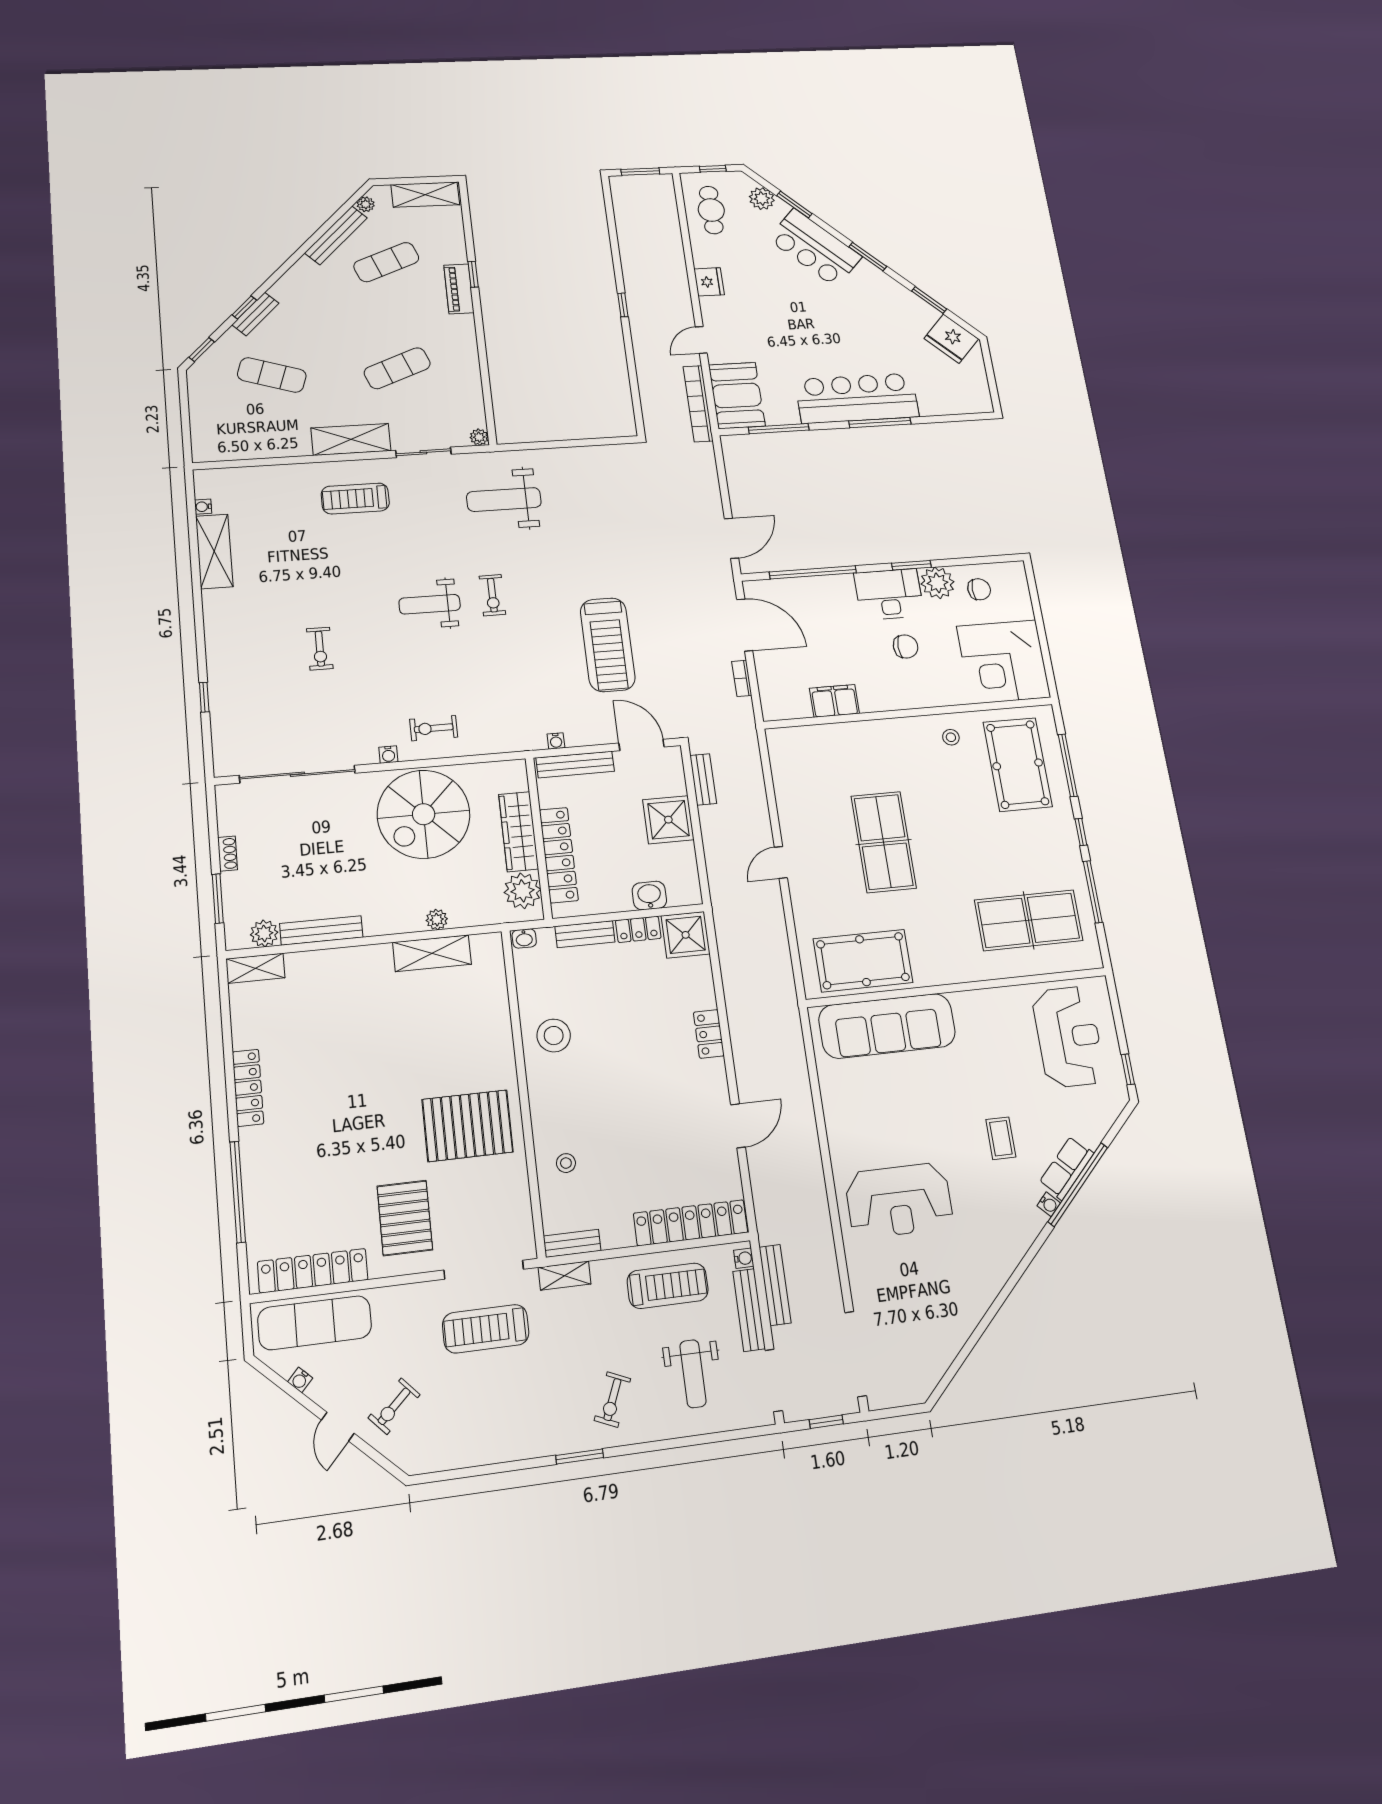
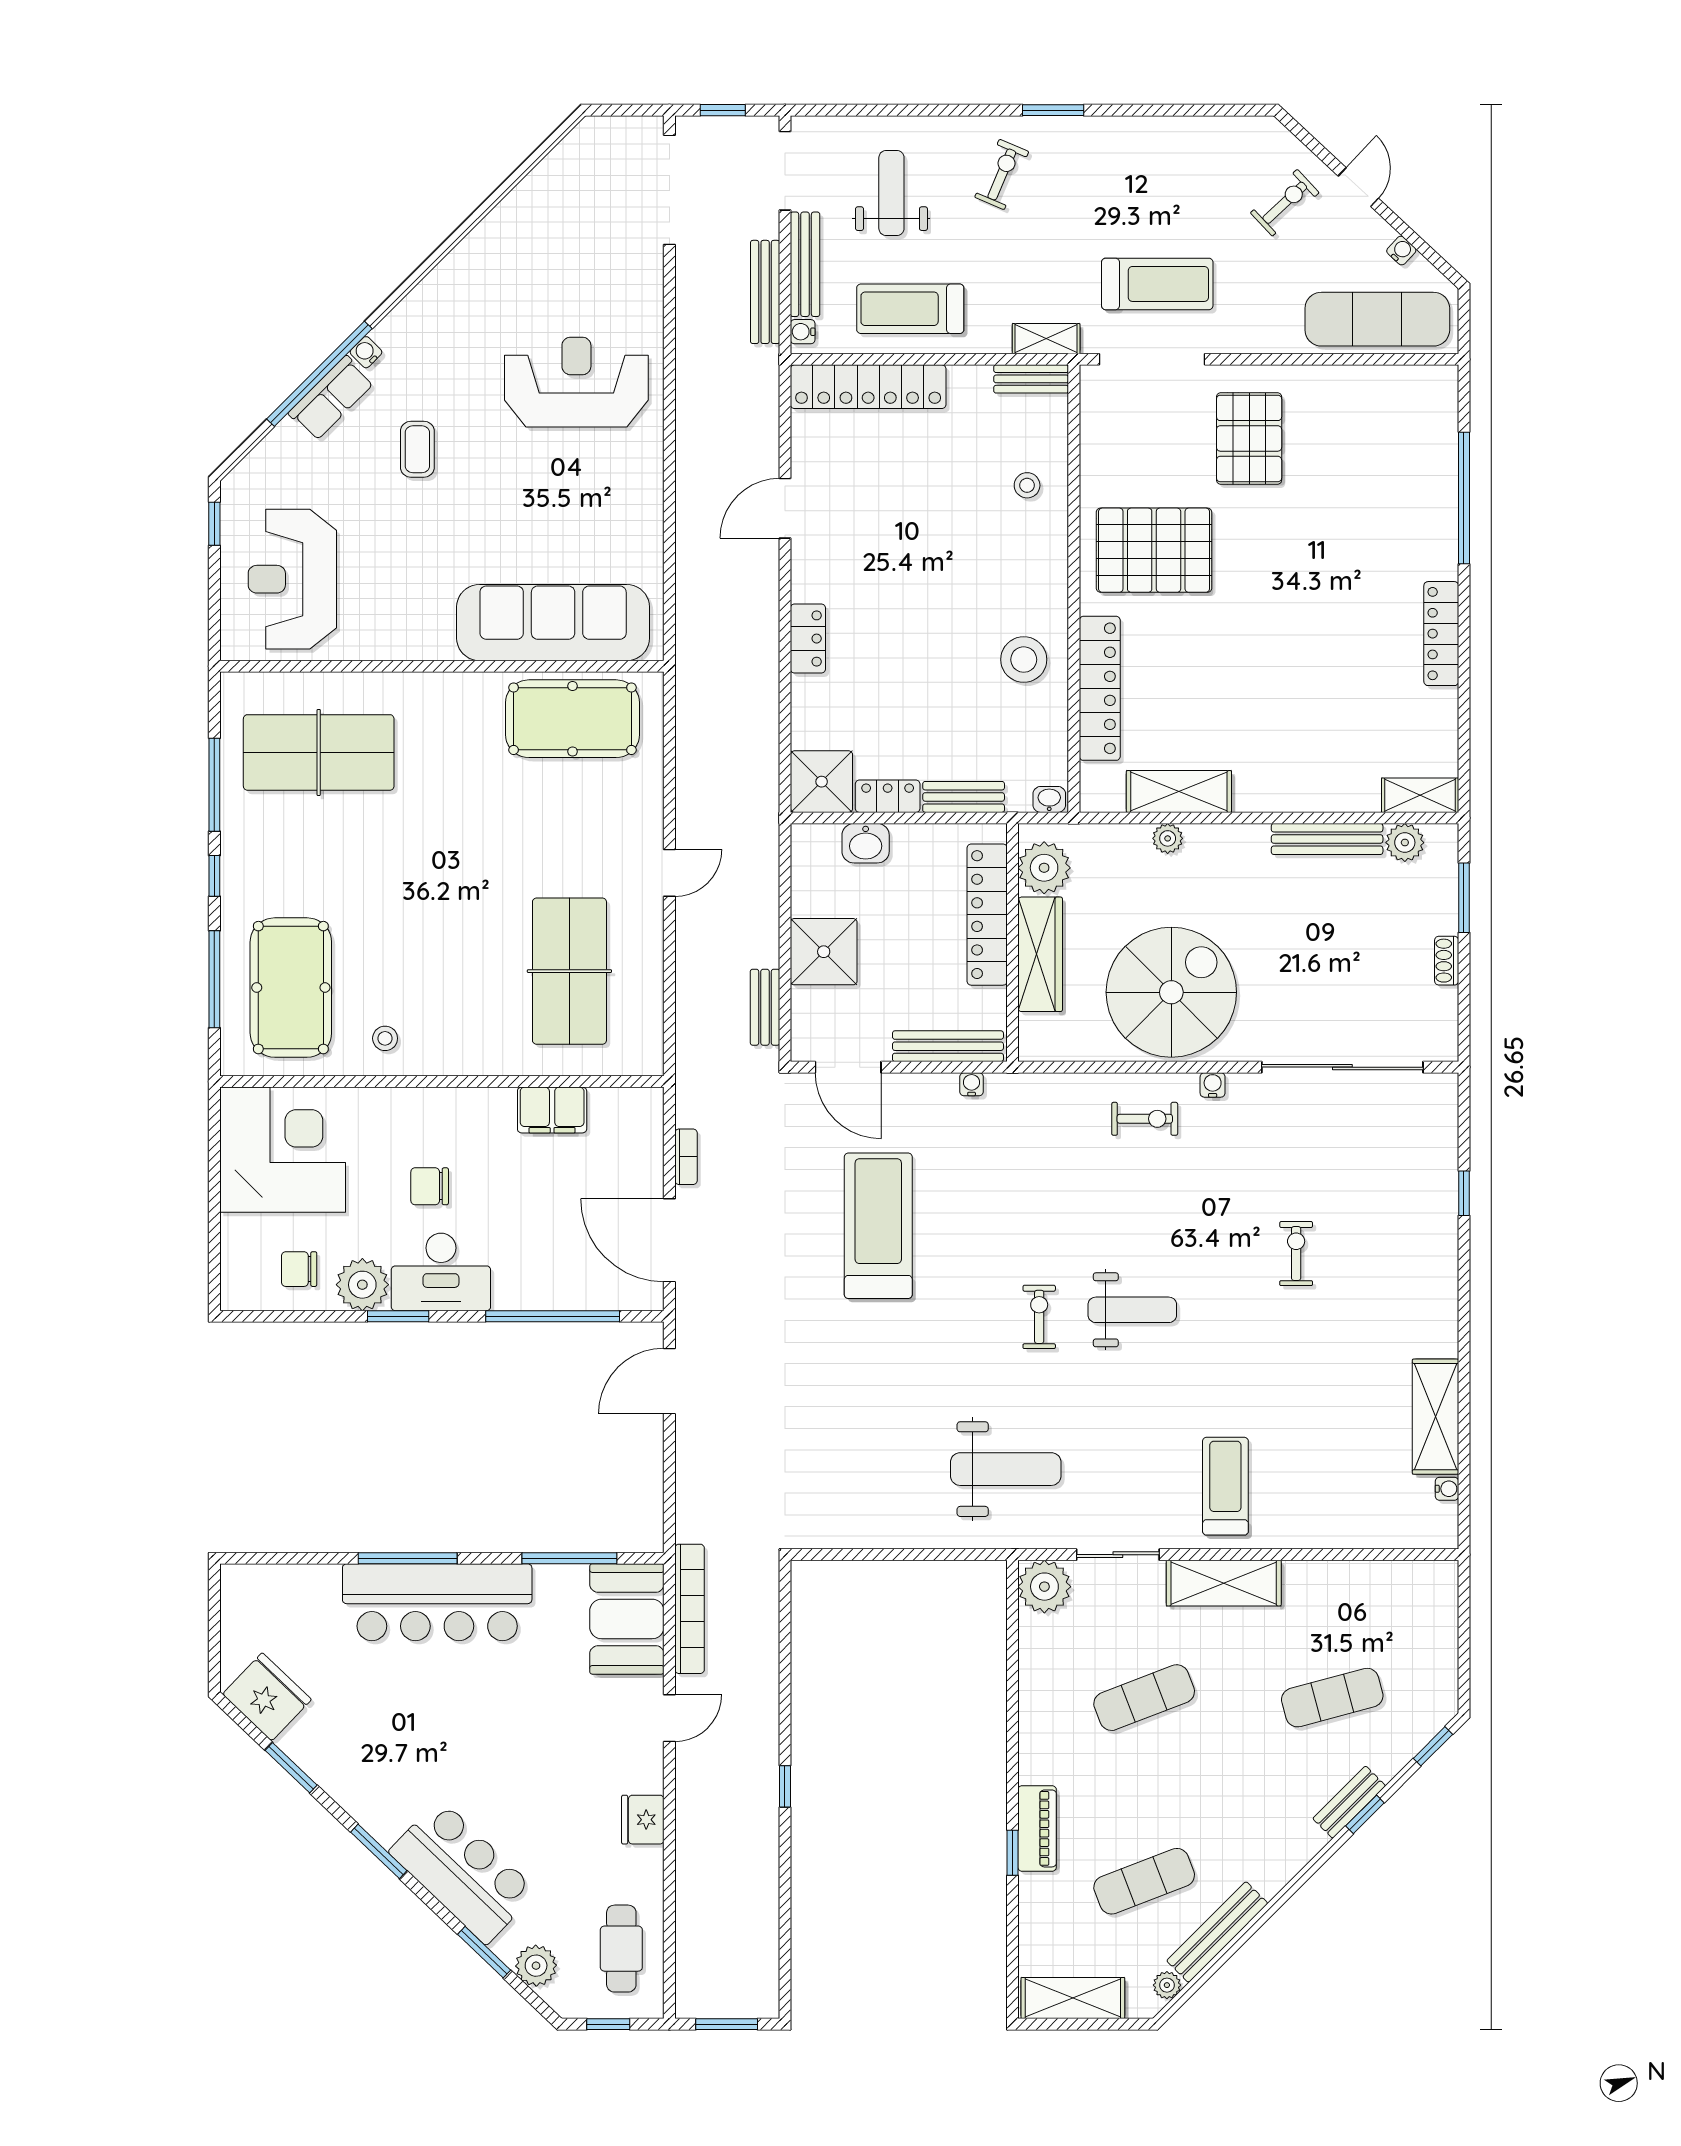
exercise mat: (272, 375) -> (1332, 1698), turned -33
plant: (479, 437) -> (1044, 1587), width x1.88, depth x1.88
treadmill: (355, 499) -> (1225, 1486), turned -90
table tennis table: (884, 842) -> (569, 971), moved
locker: (313, 1271) -> (1100, 688), moved, turned -90

